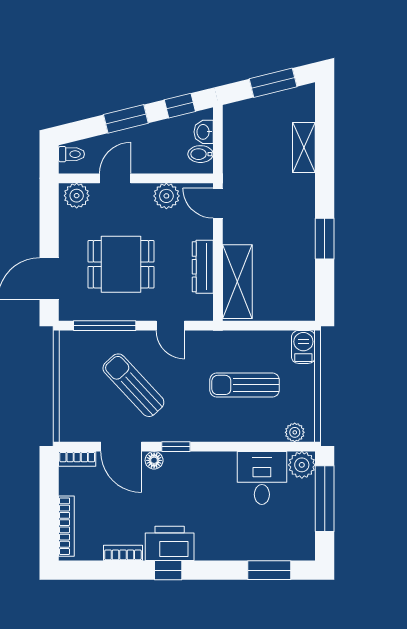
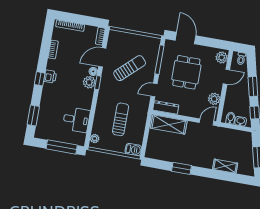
door: (115, 178) -> (226, 77), hinge flipped
dresser: (203, 267) -> (166, 107), moved
plant: (302, 465) -> (89, 82), moved
printer: (170, 543) -> (50, 77), width x0.53, depth x0.68
window: (168, 570) -> (40, 79), moved

